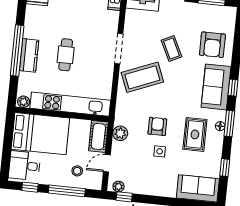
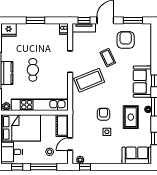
armchair: (212, 45) -> (126, 40), moved, turned 180
plant: (120, 133) -> (78, 122), removed

